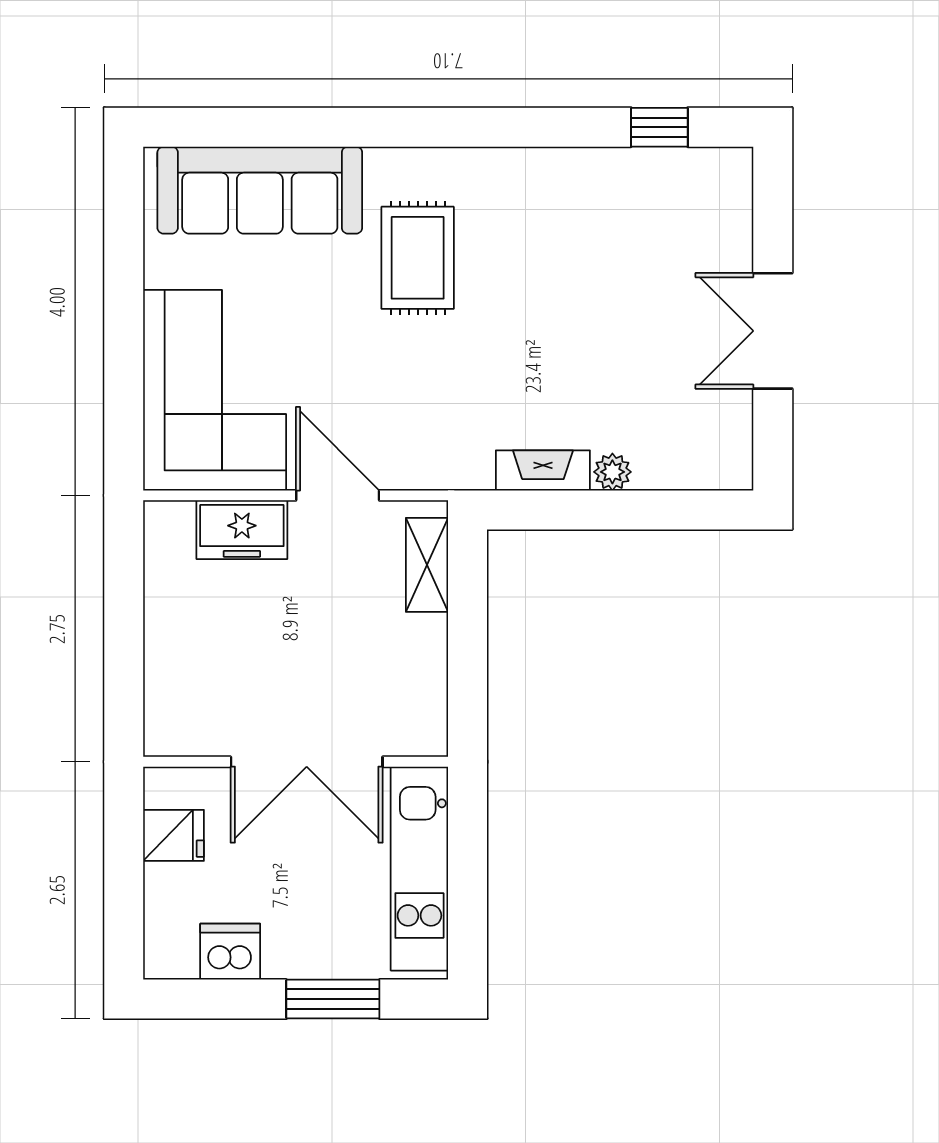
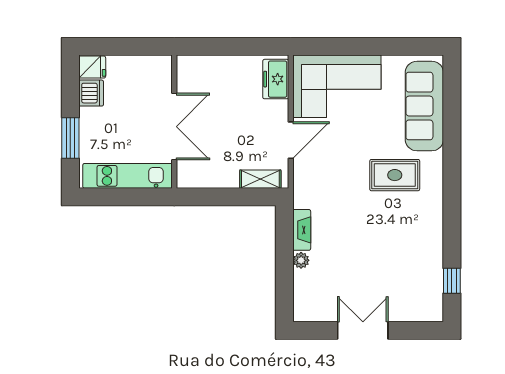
freezer: (242, 530) -> (276, 79), moved
double door: (307, 762) -> (174, 127), swing flipped
fridge: (173, 835) -> (92, 67), moved, turned -90

